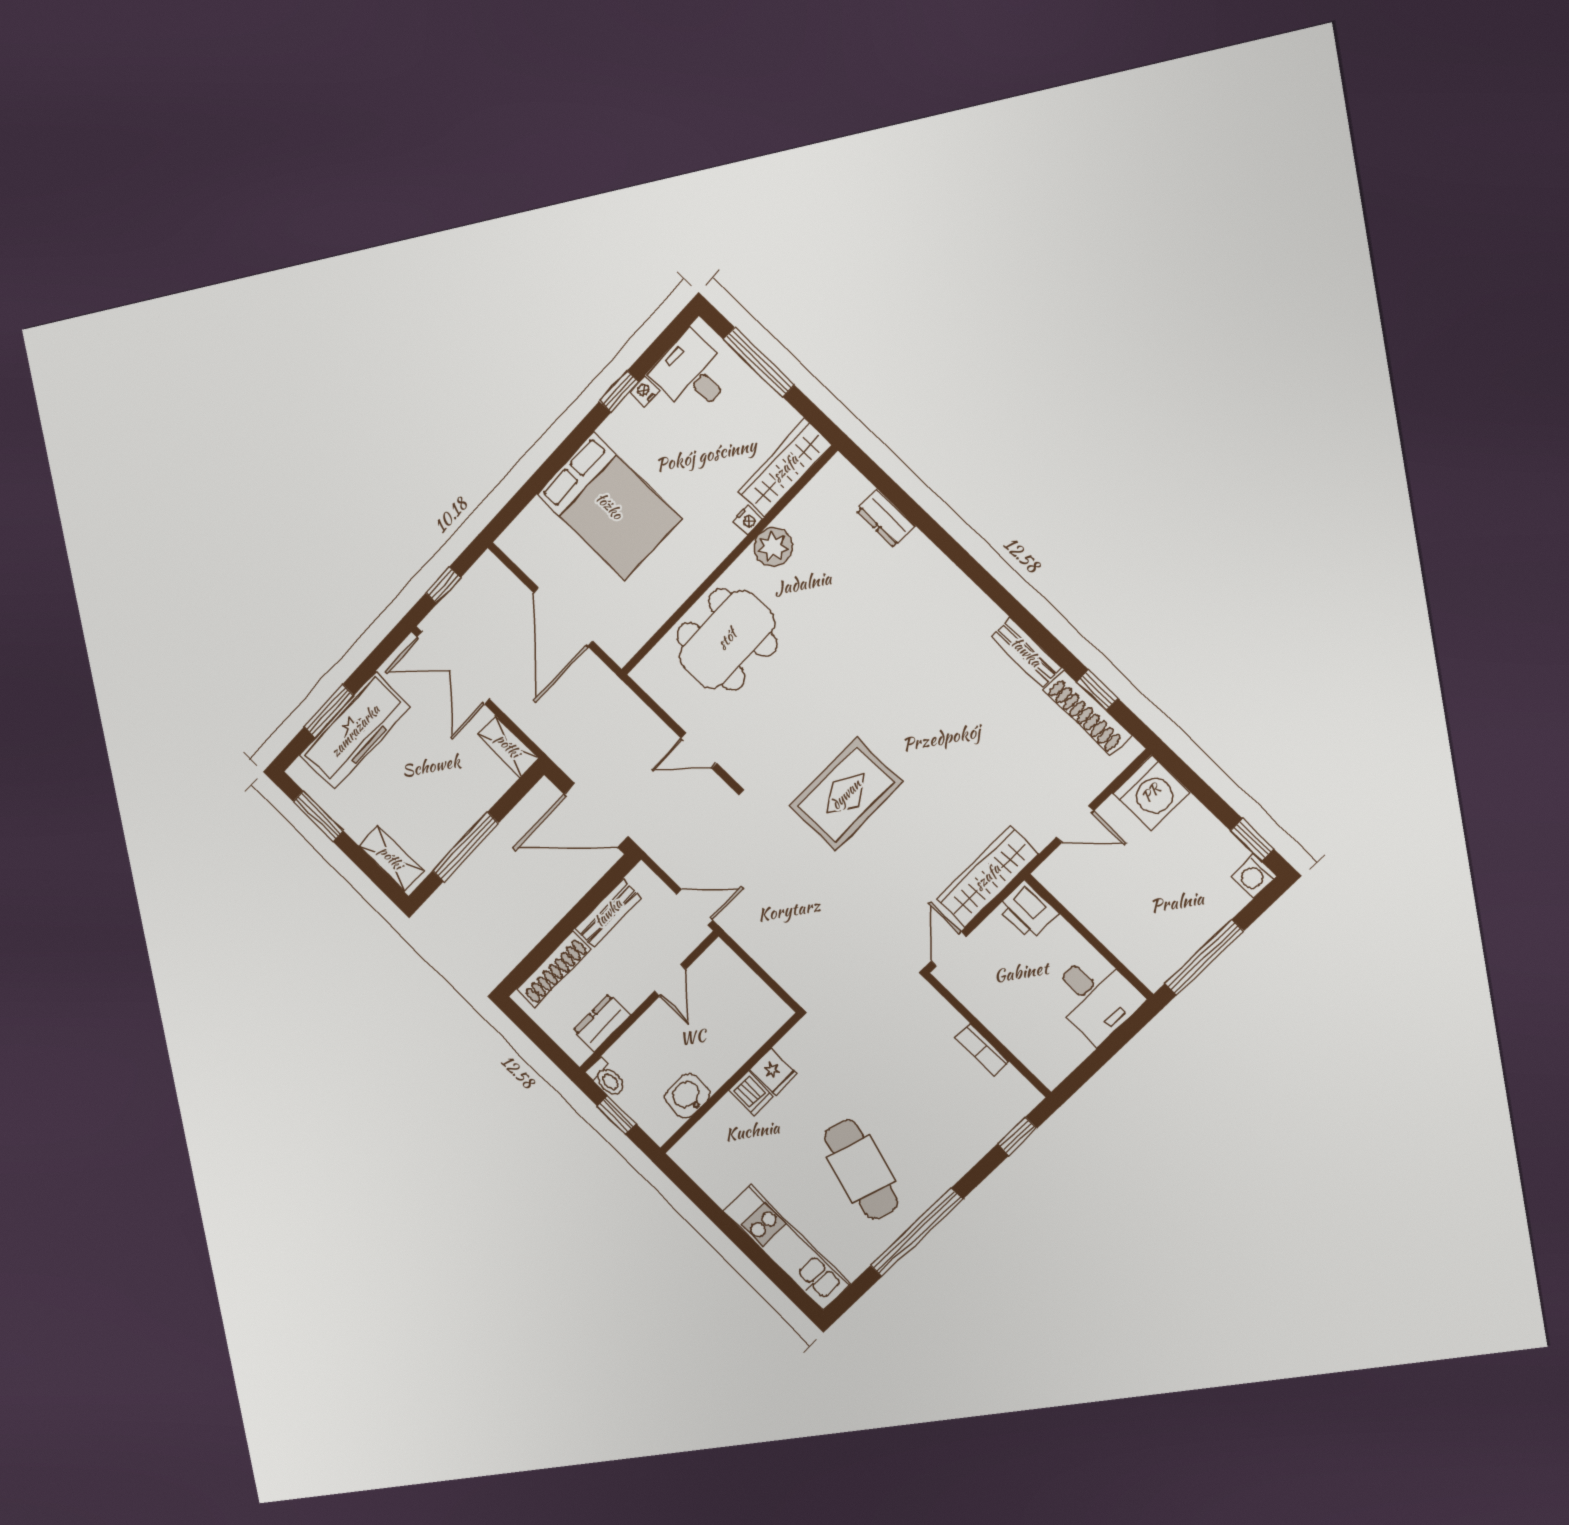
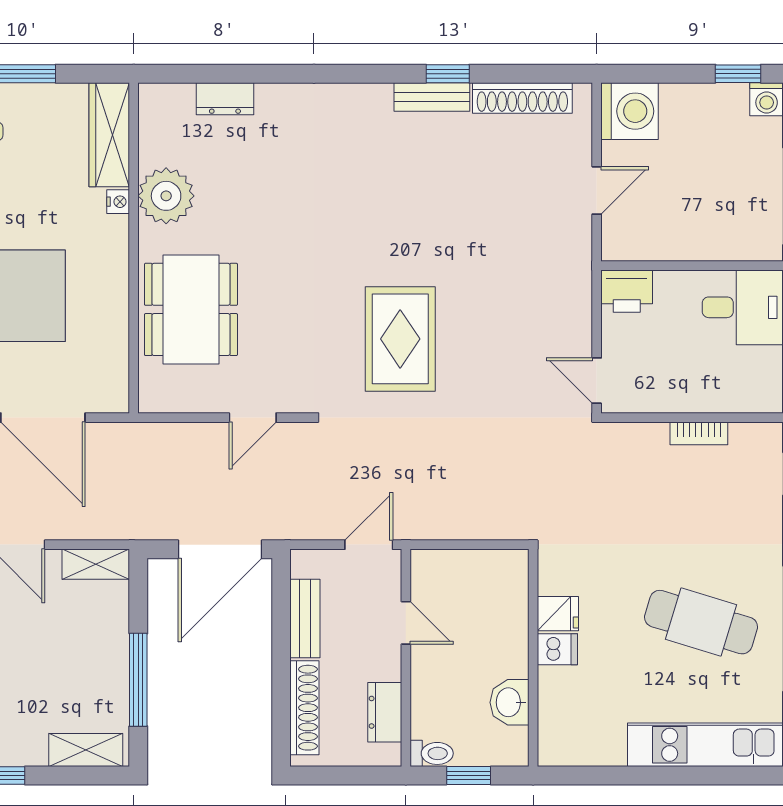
plant: (773, 547) -> (166, 196), width x1.36, depth x1.36
window: (1097, 690) -> (448, 74), moved
wardrobe: (987, 877) -> (571, 296), removed

